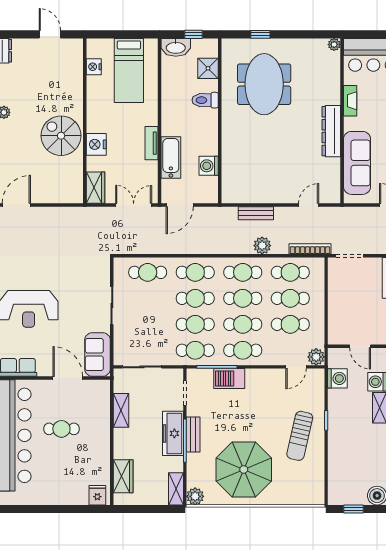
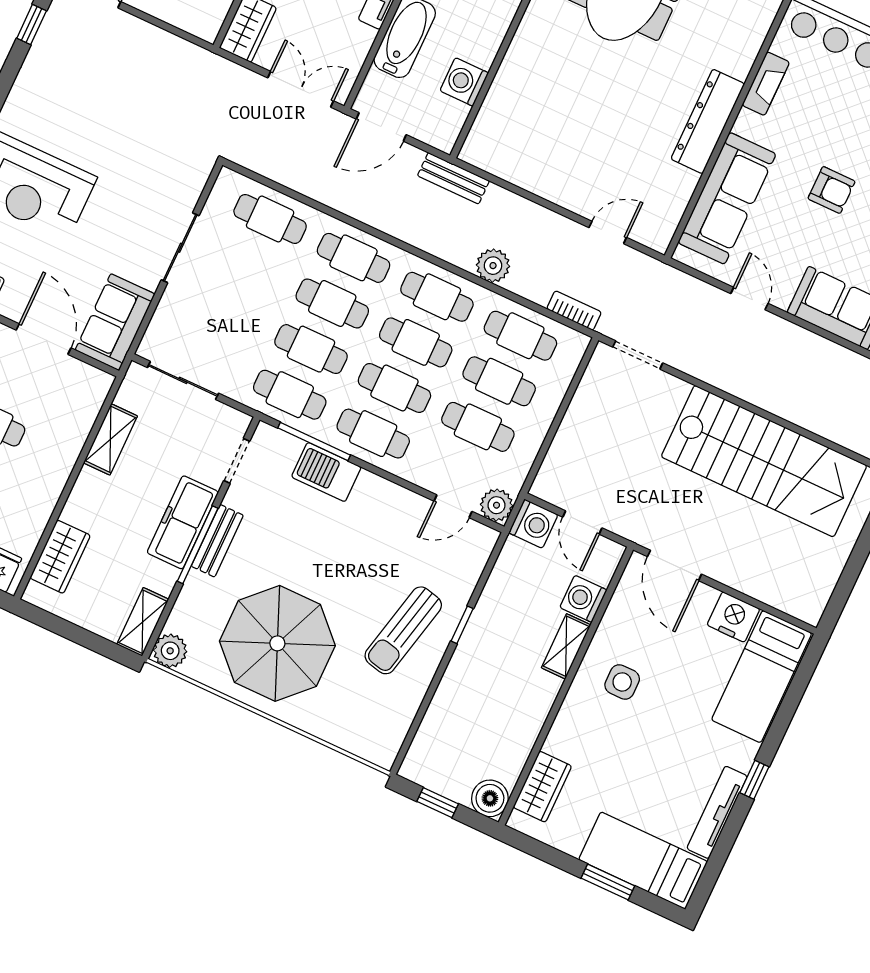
bench: (256, 213) -> (453, 178), moved
bookcase: (310, 249) -> (574, 311), width x0.64
washing machine: (337, 378) -> (533, 524), moved

